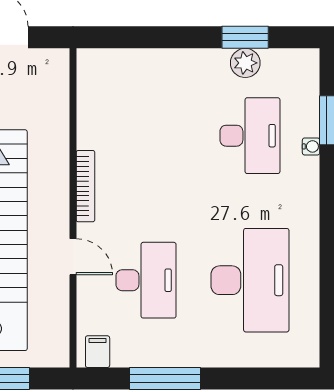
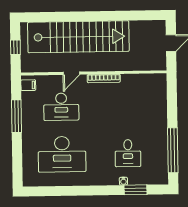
window: (245, 37) -> (173, 150), width x2.11
plant: (245, 63) -> (161, 150), removed
desk: (250, 136) -> (128, 153), width x0.73

